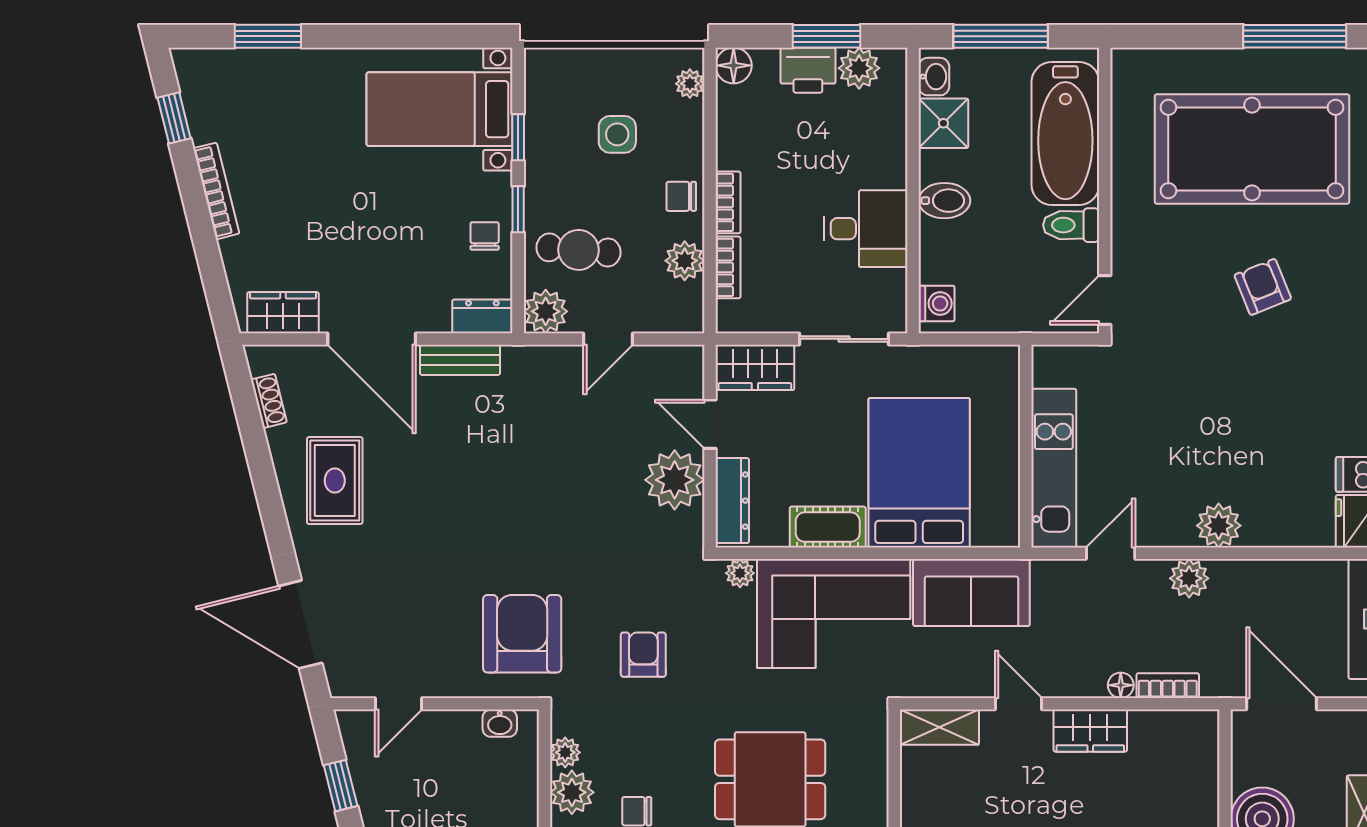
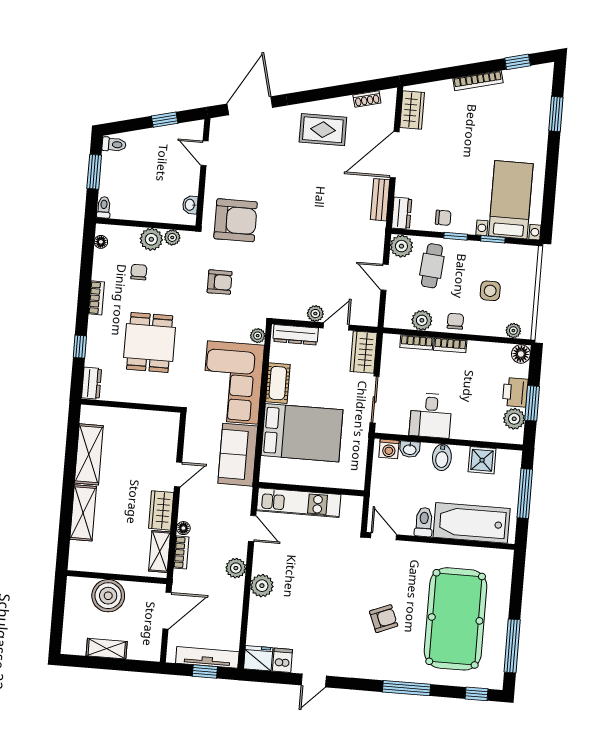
washbasin: (934, 77) -> (410, 449), moved
plant: (675, 480) -> (315, 314), width x0.53, depth x0.53
shelving: (939, 727) -> (160, 552), moved

